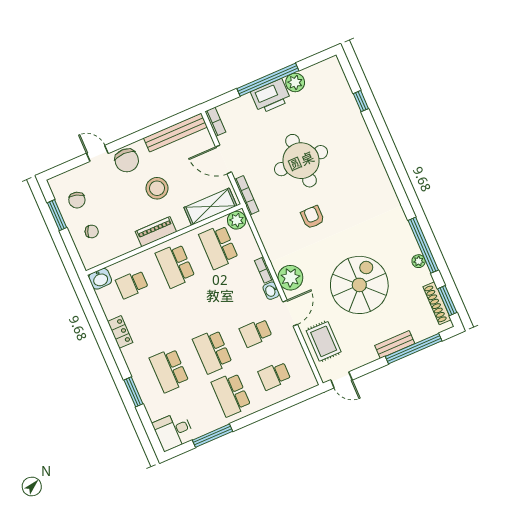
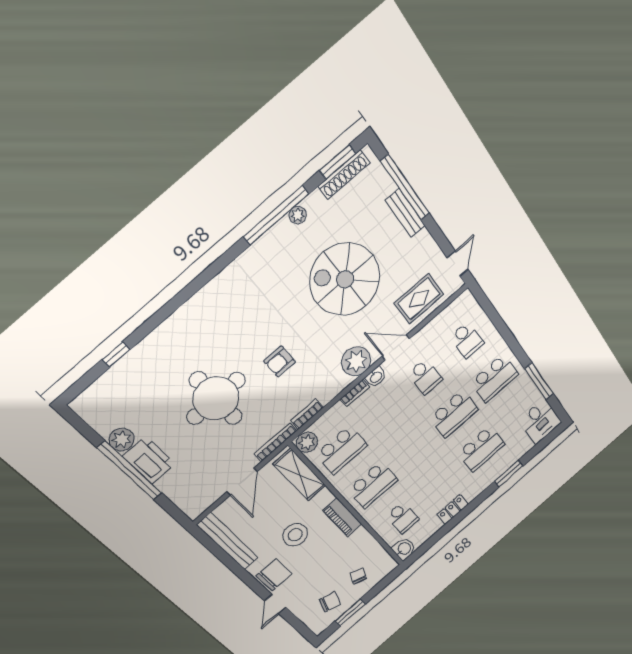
bookcase: (215, 122) -> (307, 414), moved

